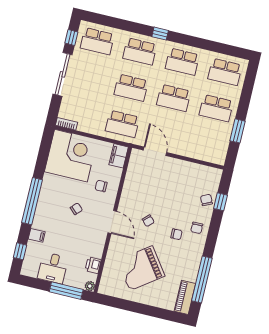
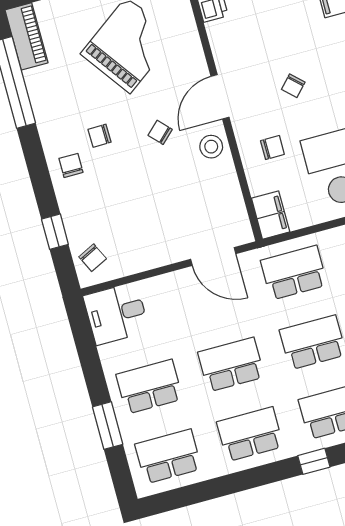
window: (238, 131) -> (108, 426), moved
desk: (213, 150) -> (116, 313), added
chair: (206, 200) -> (93, 258), moved
stool: (129, 202) -> (211, 147), added
door: (112, 222) -> (220, 97), hinge flipped

